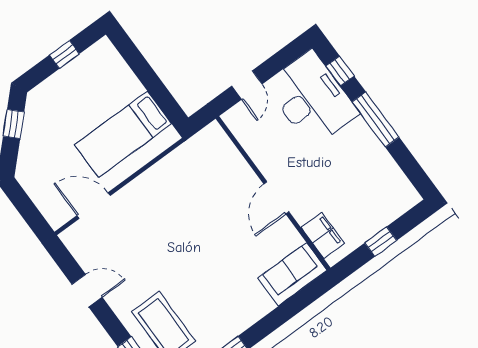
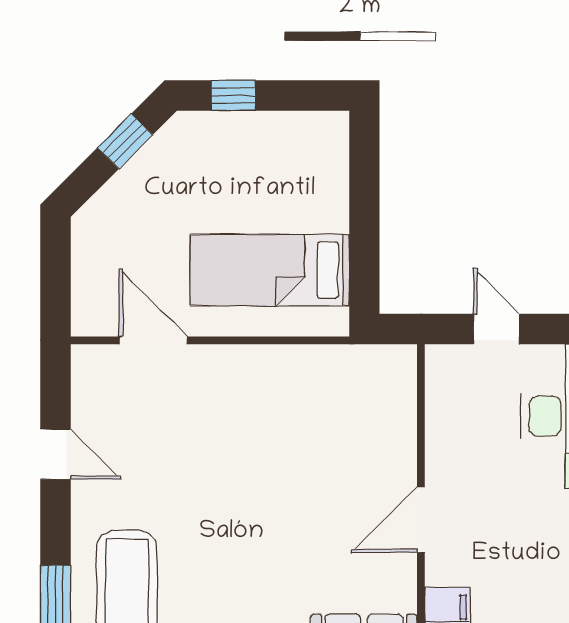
window: (64, 54) -> (233, 95), moved
door: (247, 85) -> (497, 329), swing flipped

